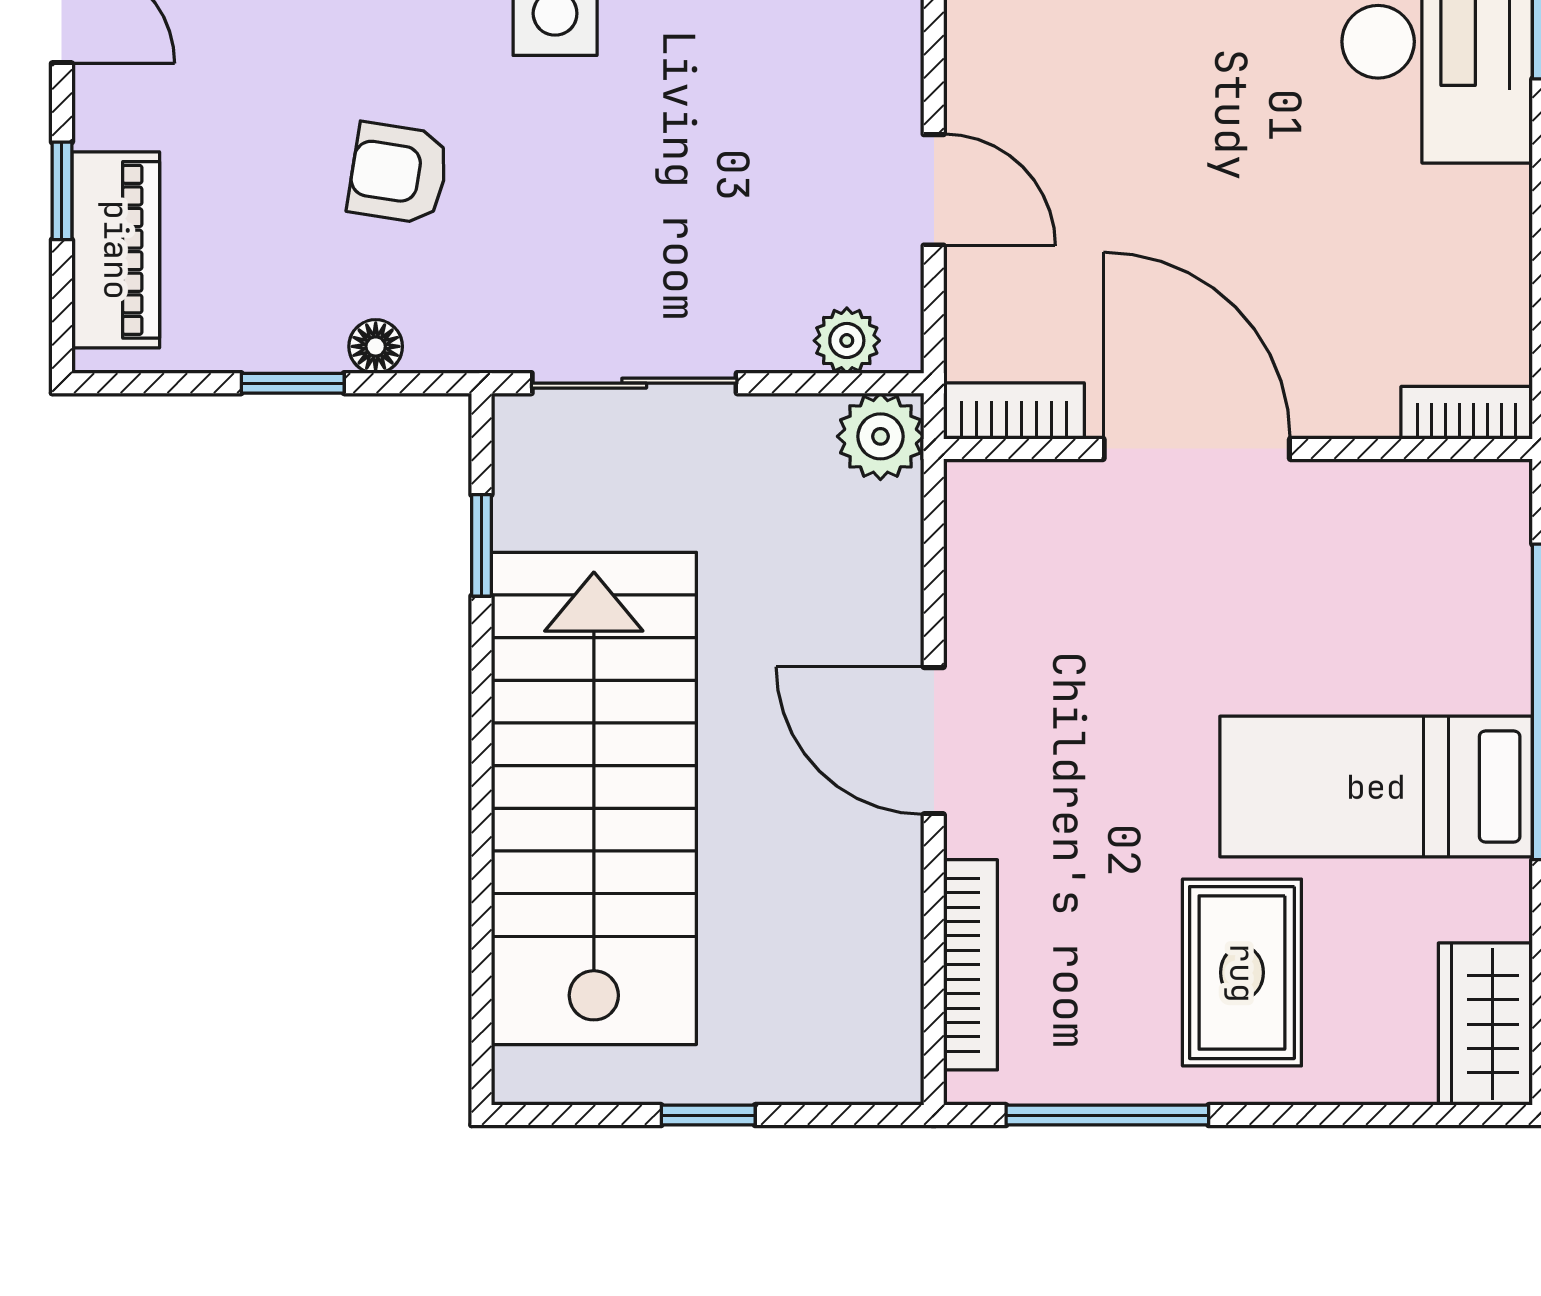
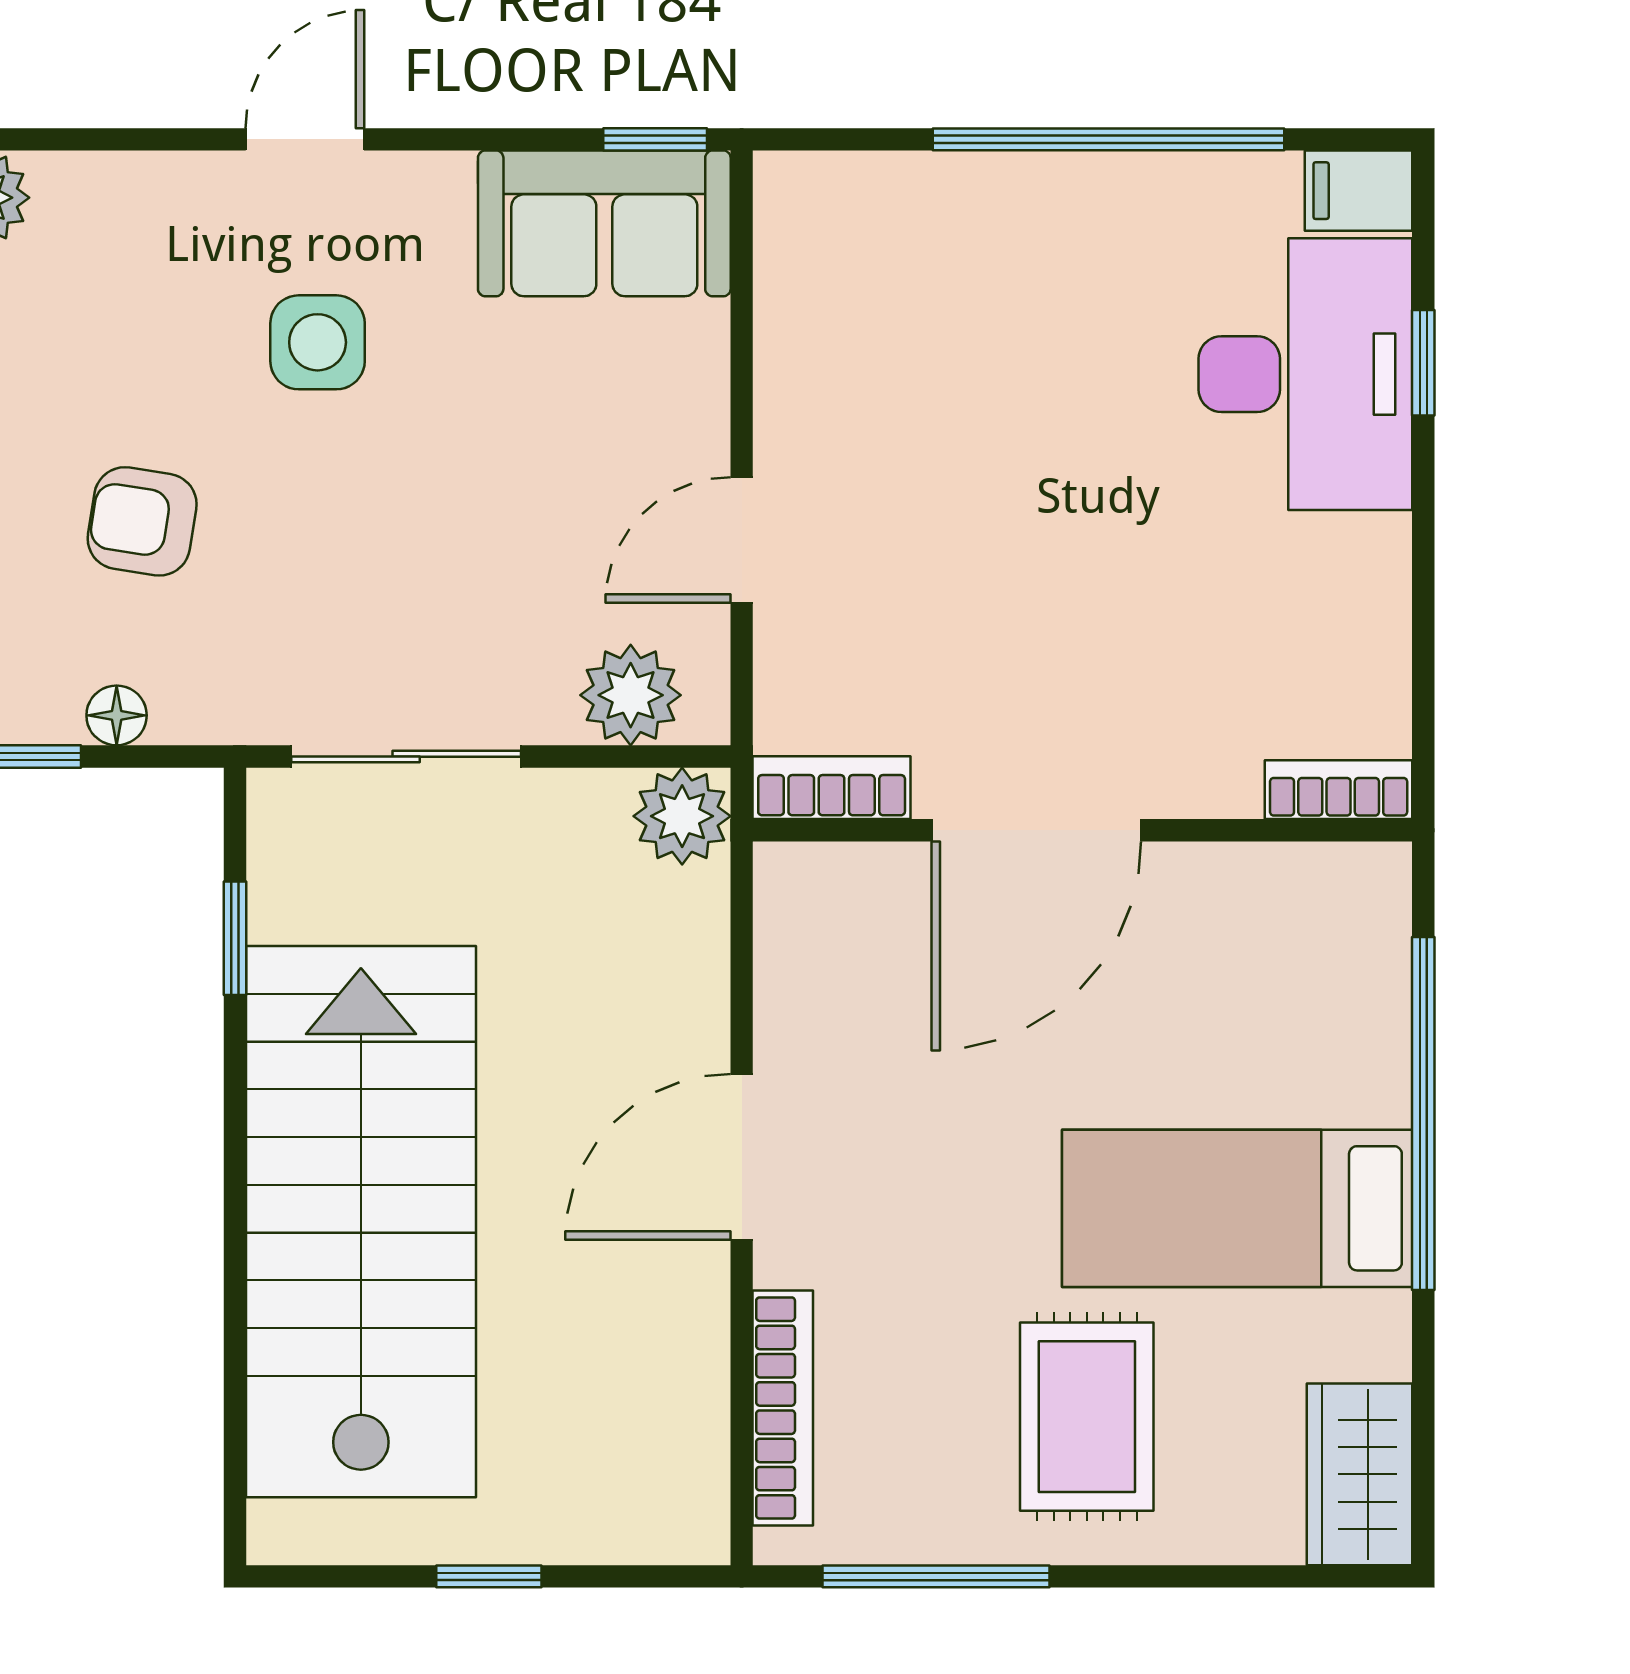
door: (934, 190) -> (742, 540), swing flipped
plant: (847, 341) -> (631, 695), width x1.38, depth x1.38
door: (1197, 449) -> (1036, 830), swing flipped
door: (934, 741) -> (742, 1157), hinge flipped

